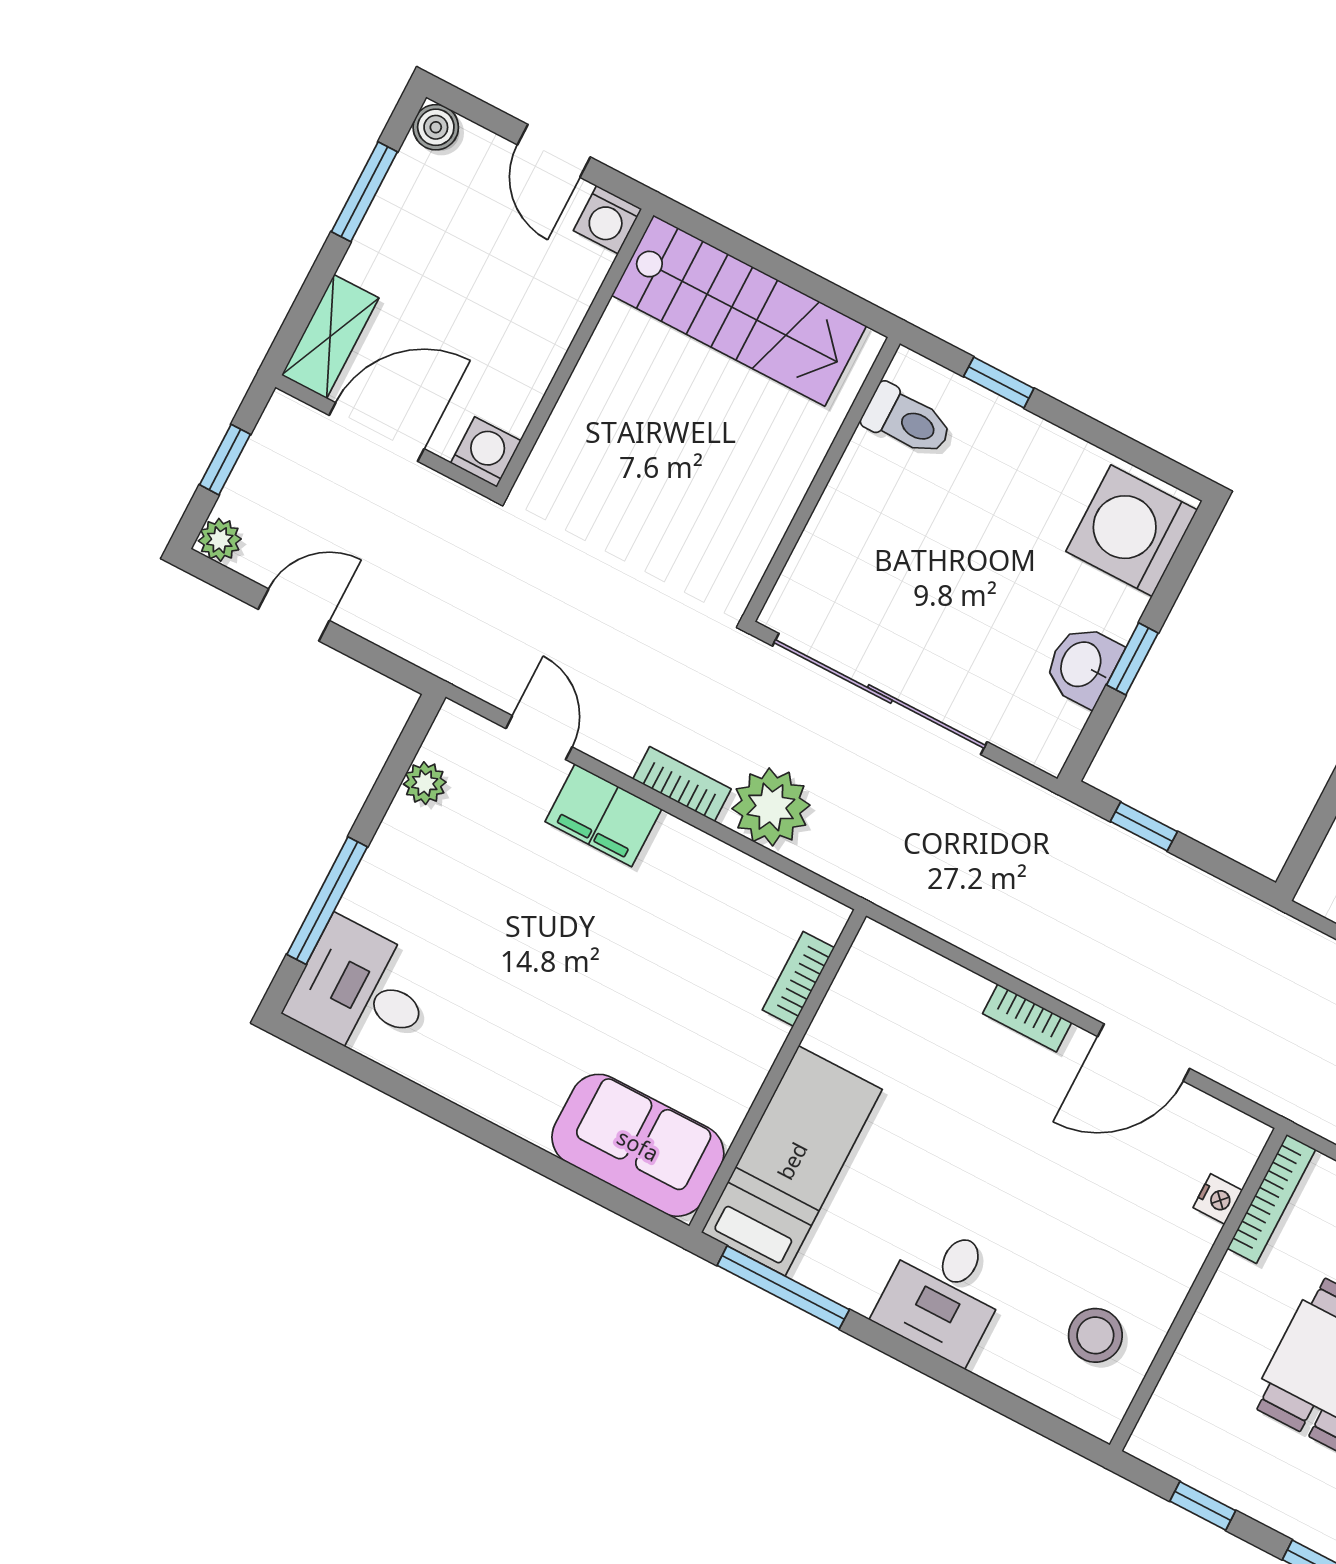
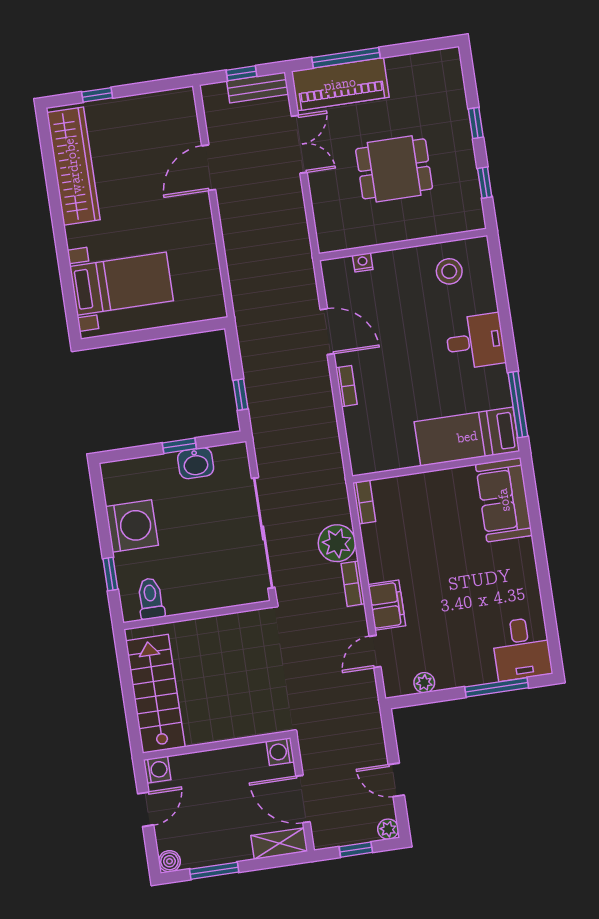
washing machine: (1132, 531) -> (132, 526), moved, turned -90
bookcase: (798, 979) -> (364, 502), moved, turned -90
bookcase: (1271, 1199) -> (348, 242), removed

